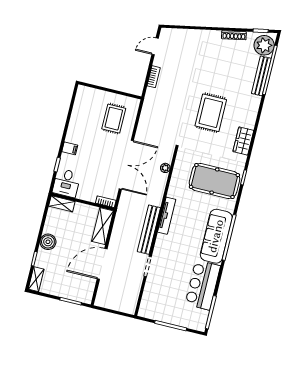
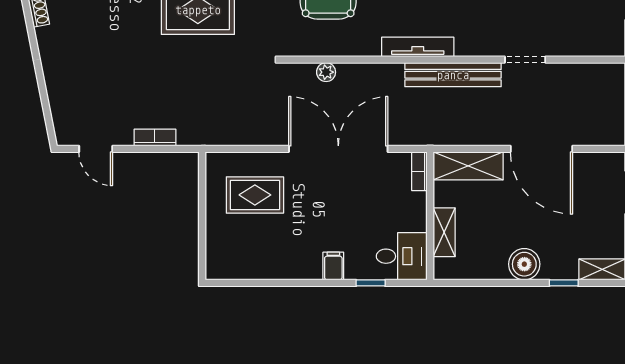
shelving: (62, 204) -> (444, 232), moved

